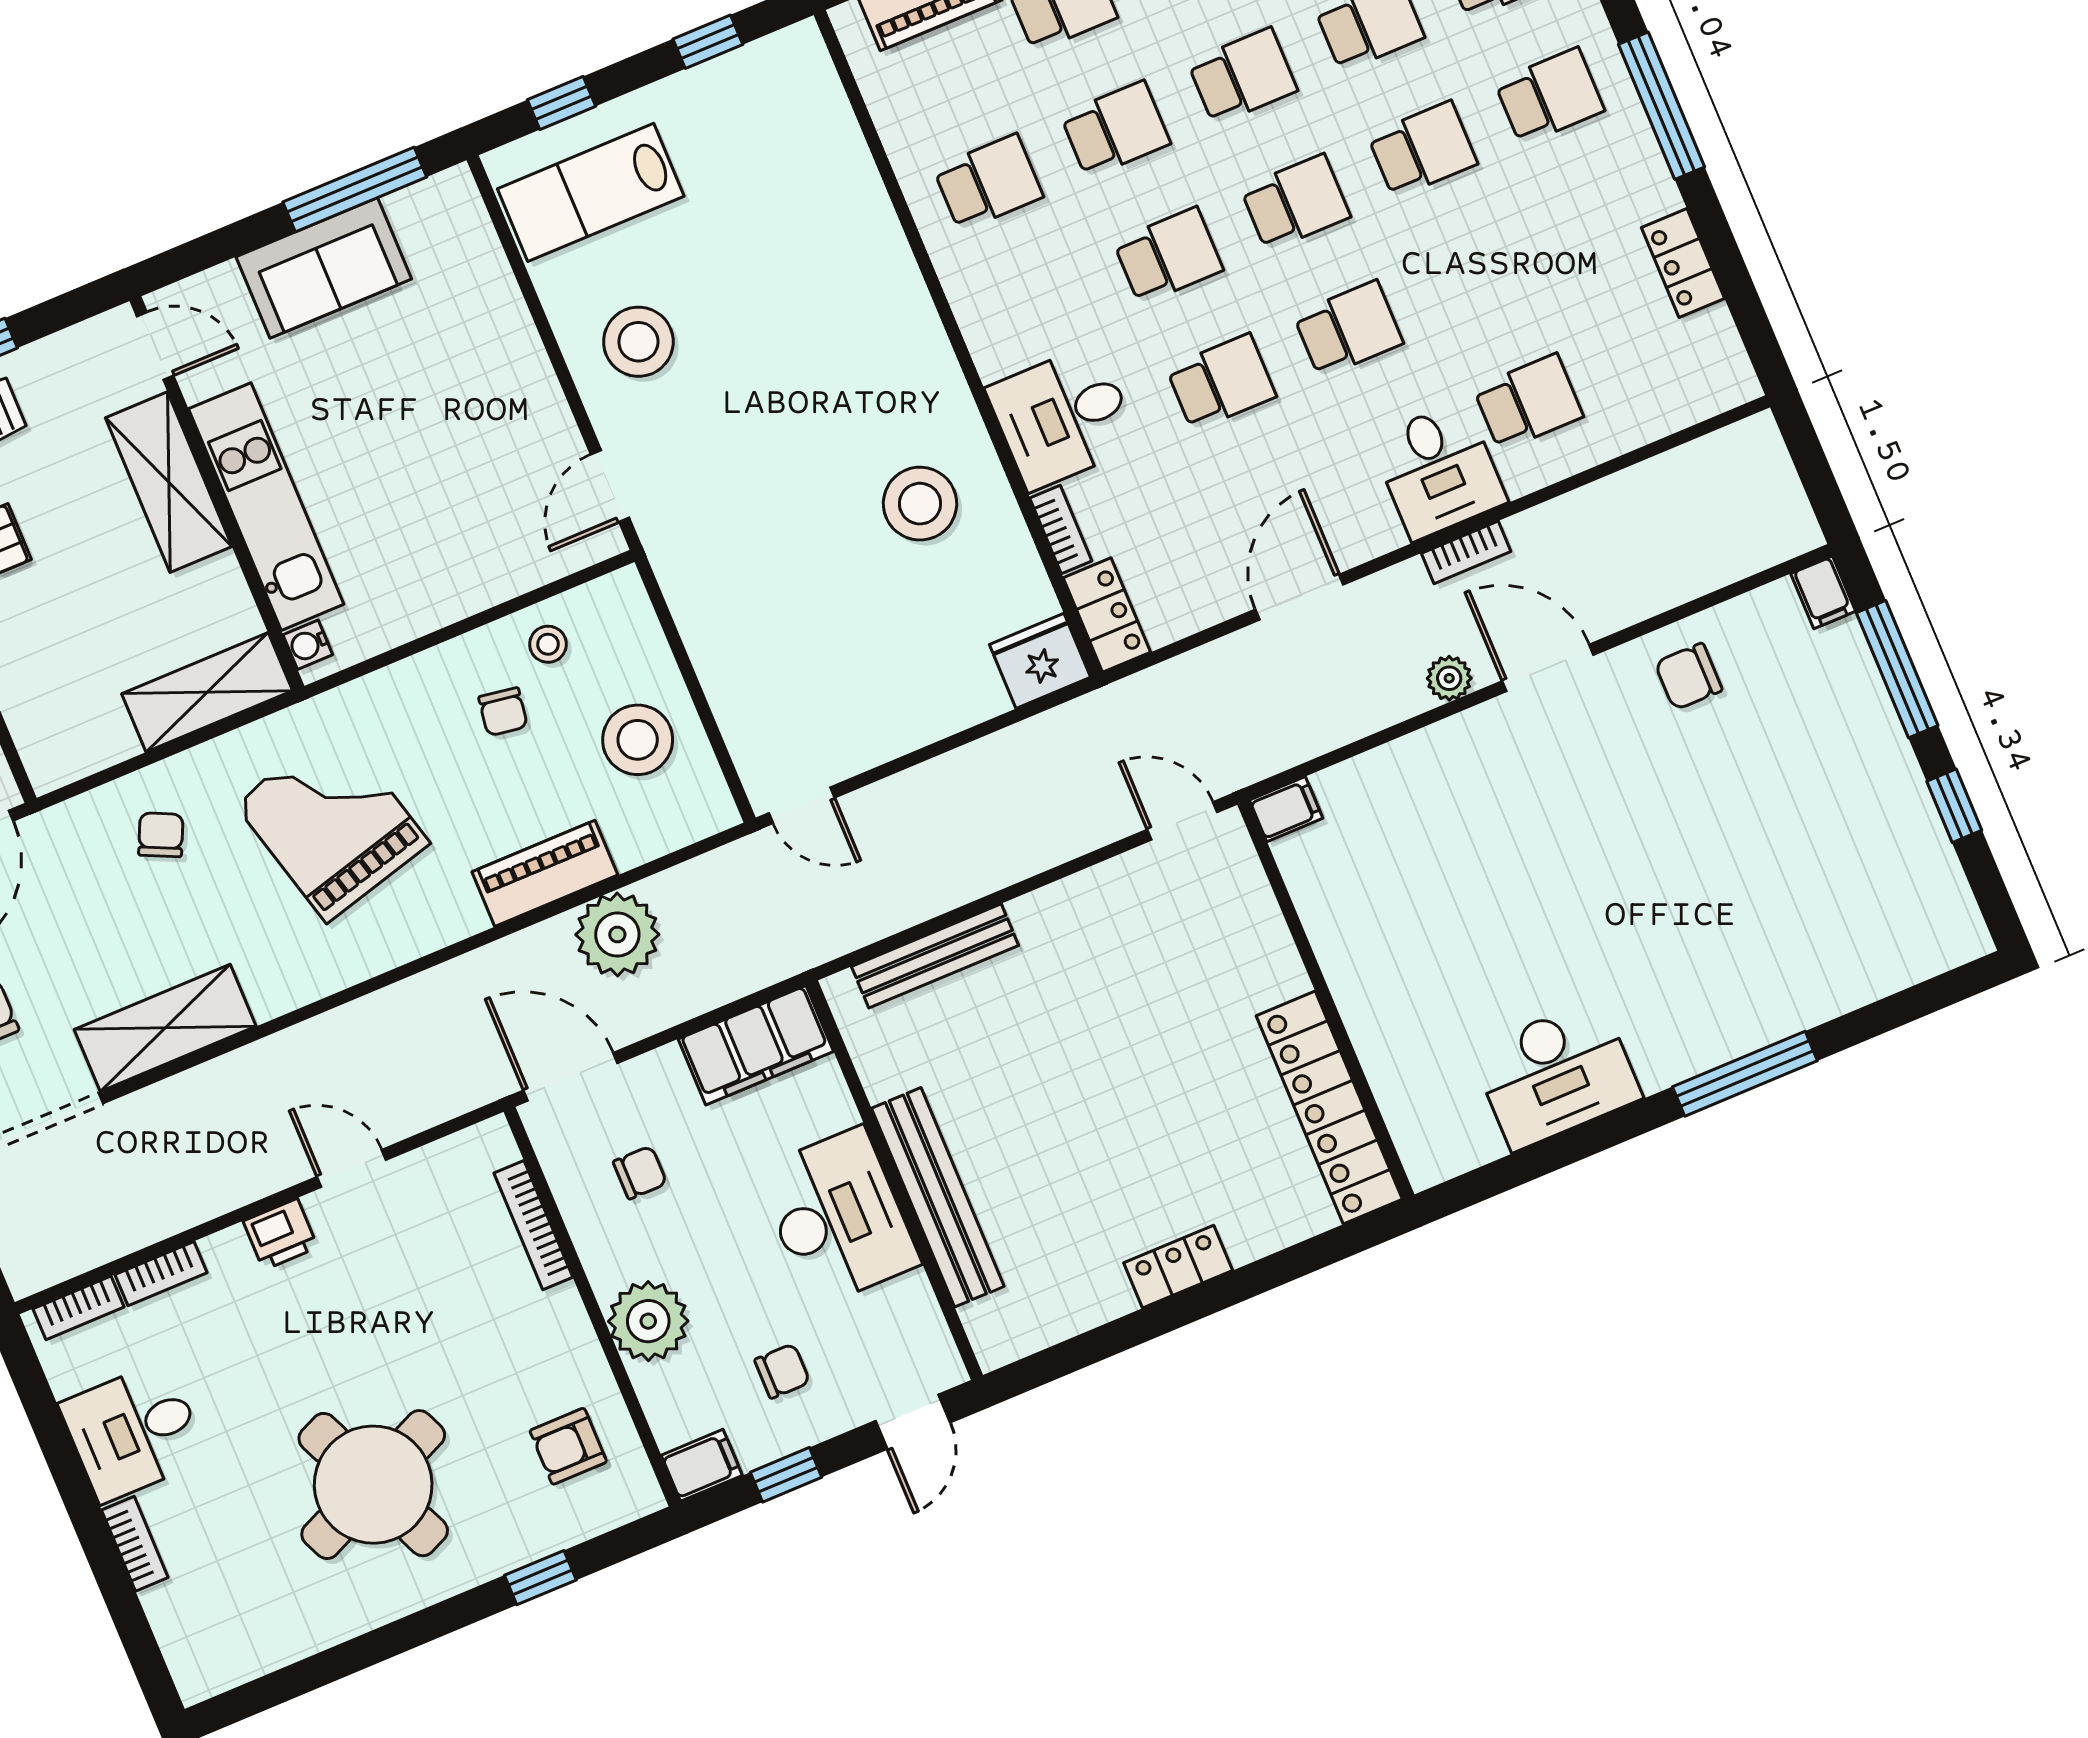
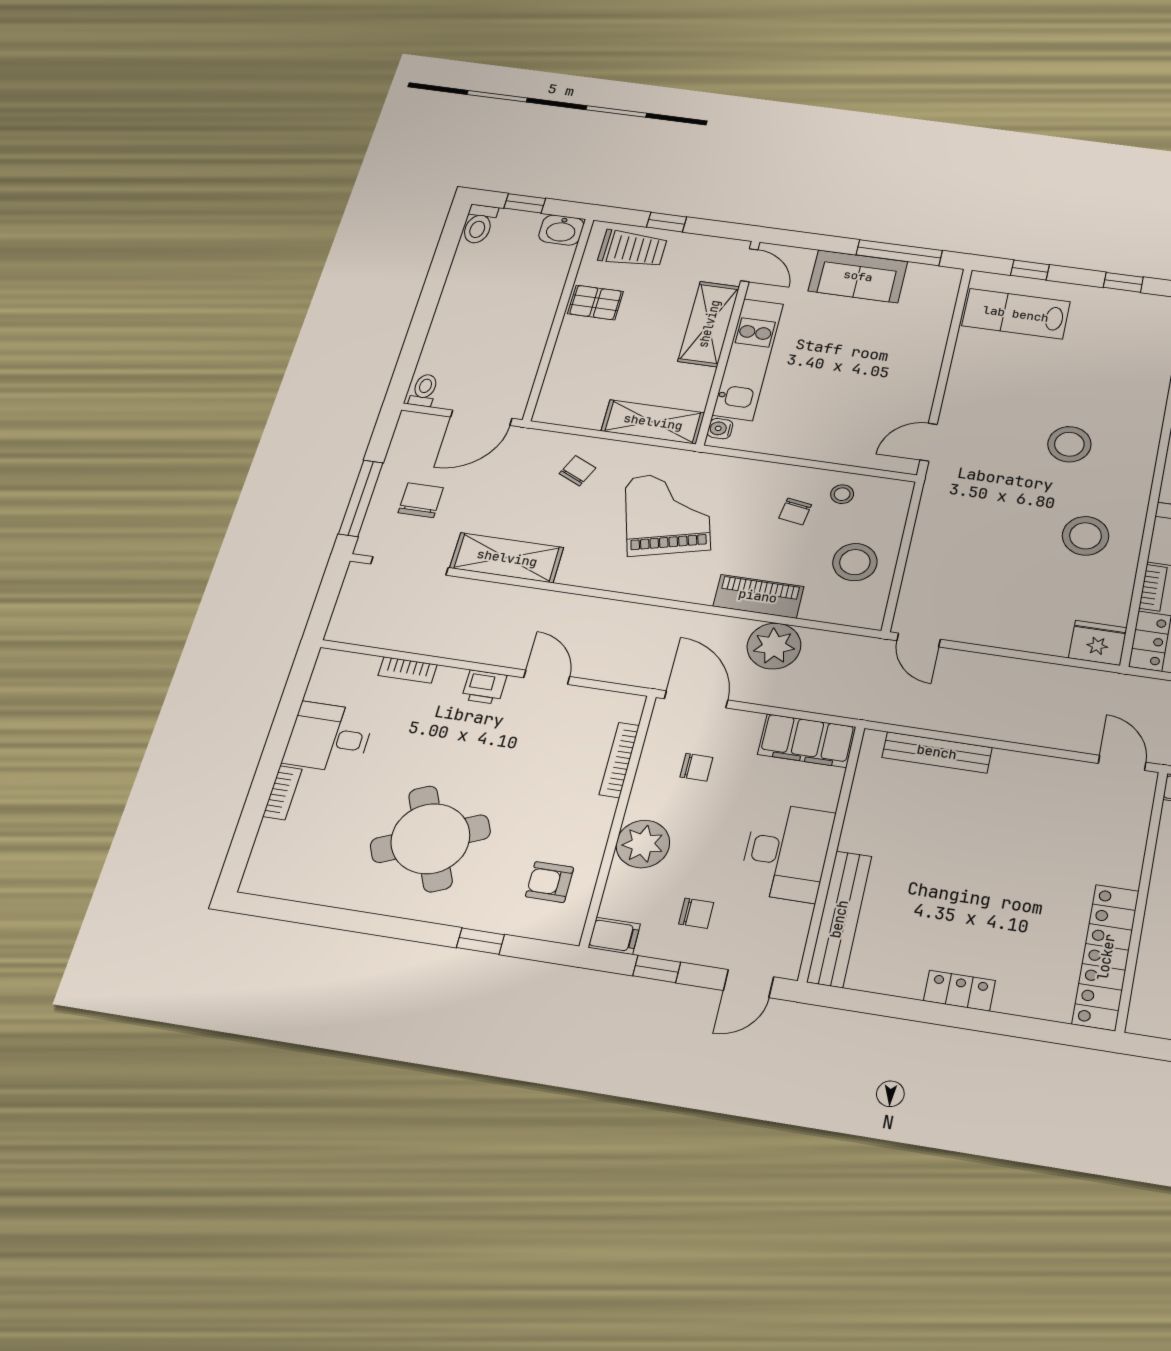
stool: (638, 342) -> (1069, 444), moved
bench: (938, 1197) -> (839, 919), moved
bookcase: (78, 1308) -> (352, 662), removed

